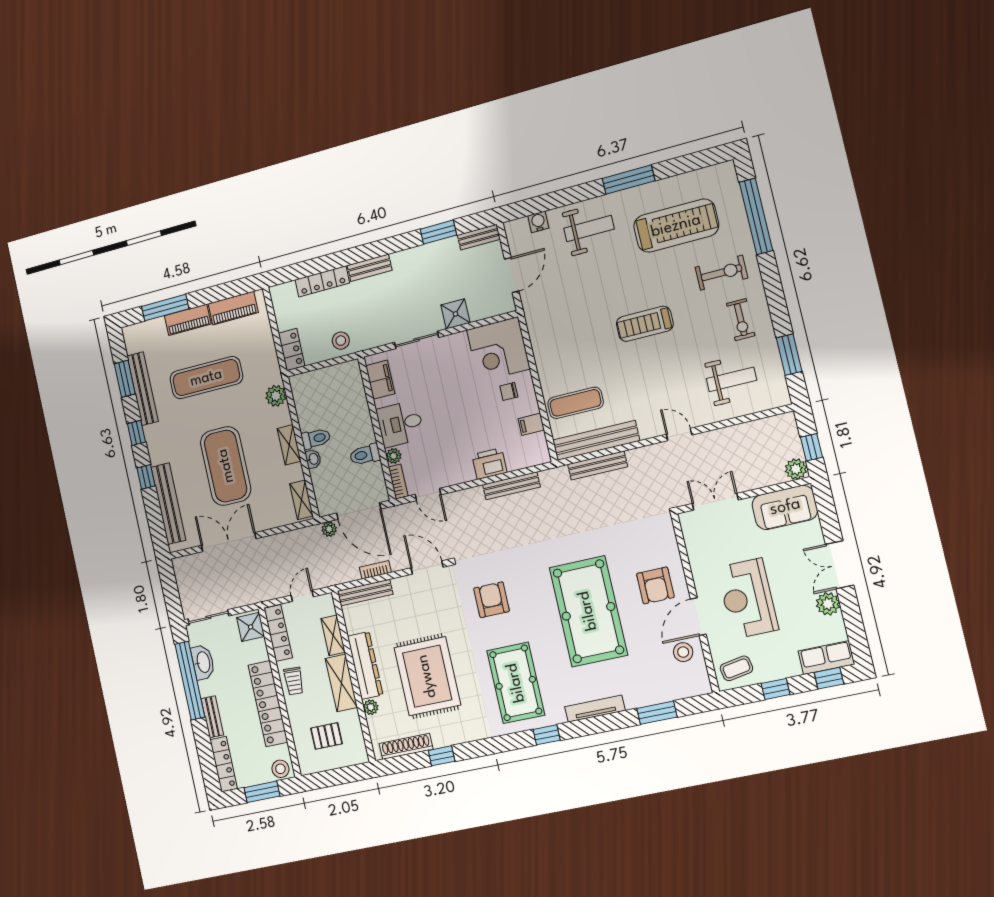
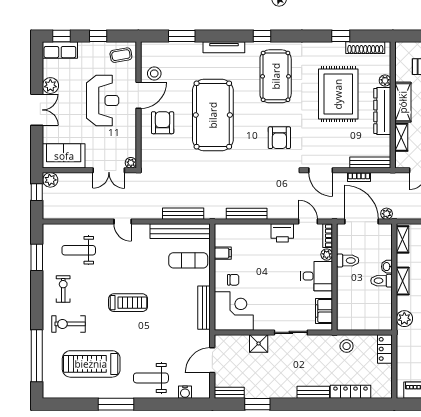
bench: (539, 344) -> (204, 308), added
printer: (489, 464) -> (282, 233), moved
plant: (687, 519) -> (131, 163), added

